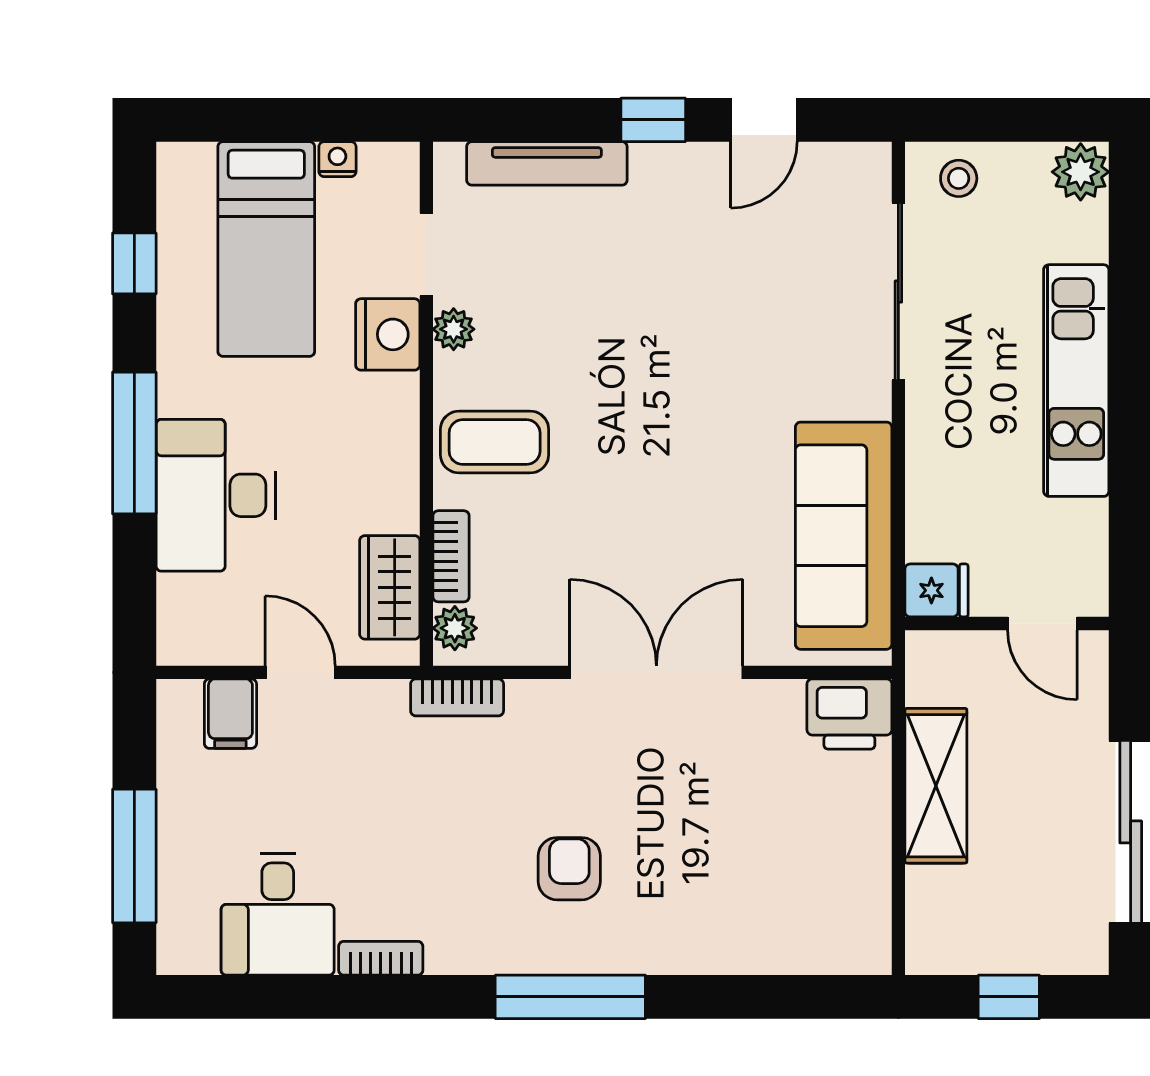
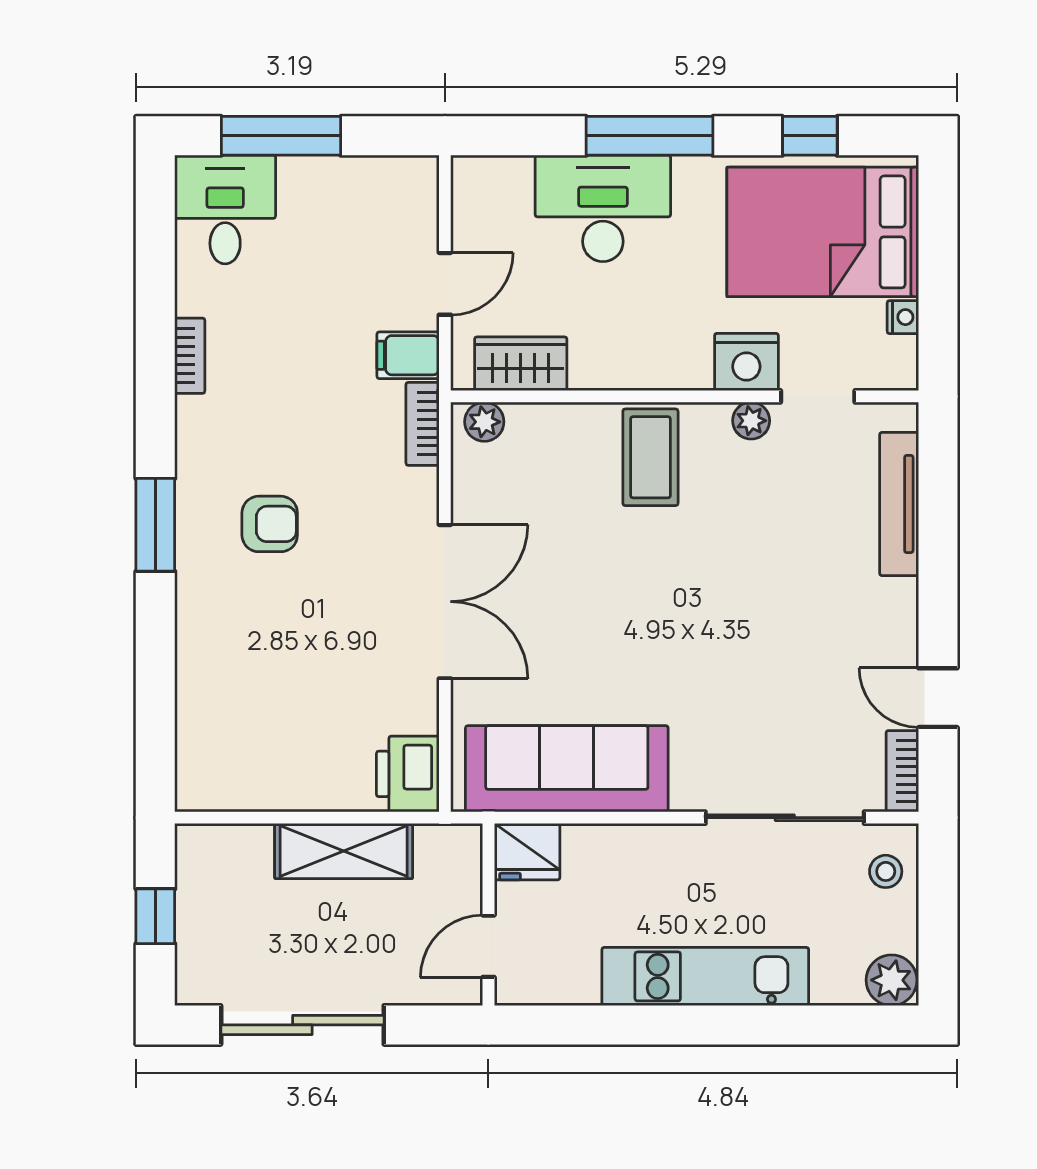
window: (653, 120) -> (938, 599), removed
bed: (266, 249) -> (823, 232), width x1.50
bookcase: (451, 556) -> (902, 771), moved, turned 90
fridge: (937, 590) -> (527, 852), width x1.38
filing cabinet: (230, 714) -> (408, 355), moved
desk: (278, 914) -> (225, 210), moved, turned 90
window: (570, 997) -> (155, 525), width x0.69

